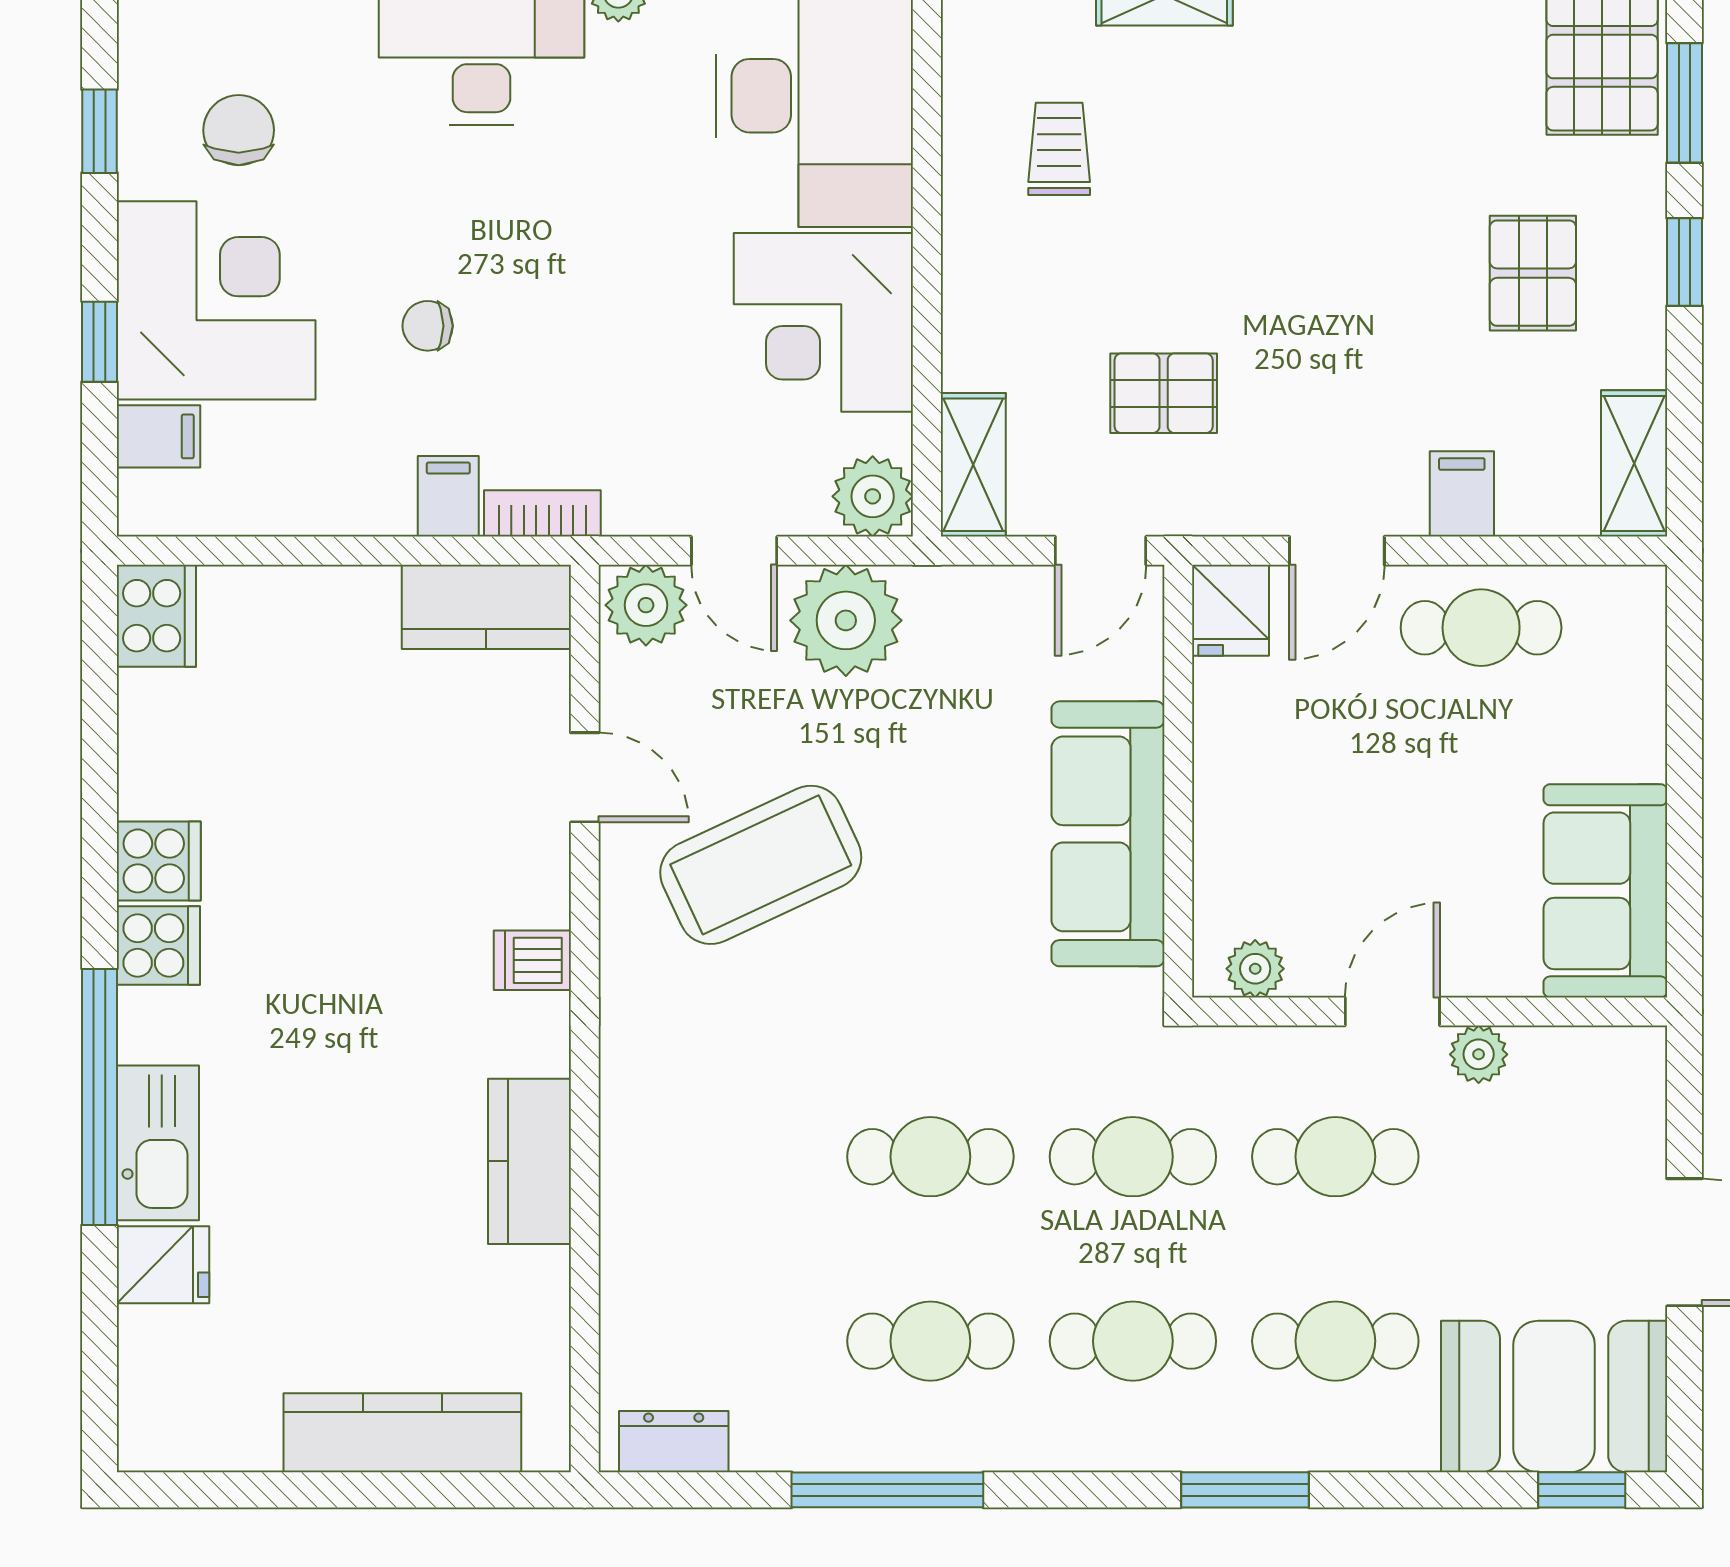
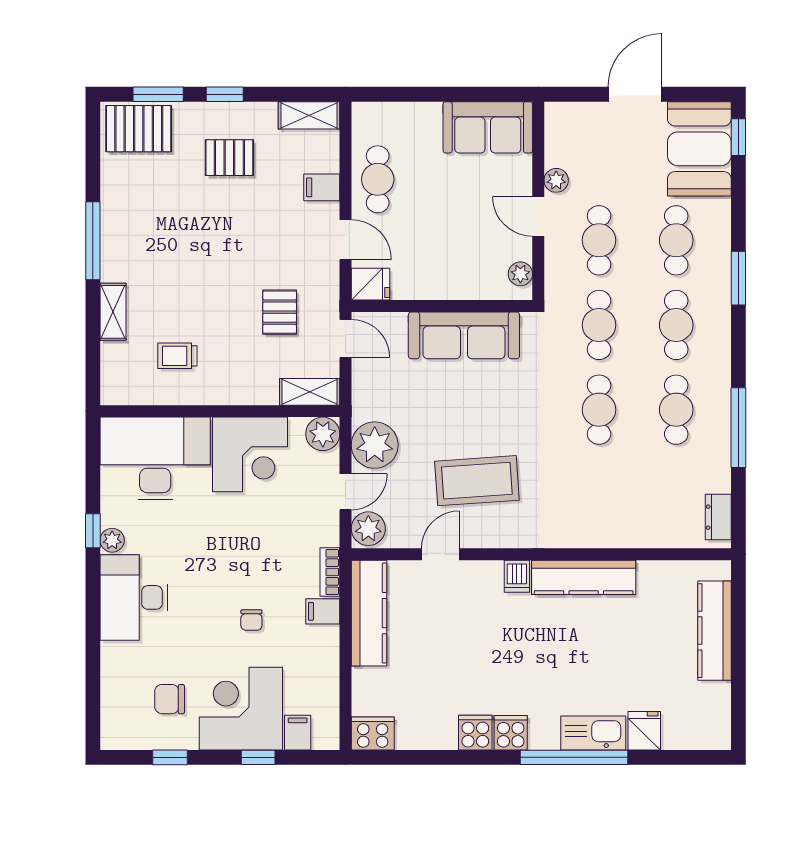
kitchen counter: (486, 607) -> (369, 613), width x1.50
coffee table: (761, 865) -> (477, 481), turned -69
kitchen counter: (529, 1161) -> (584, 577), width x1.50

